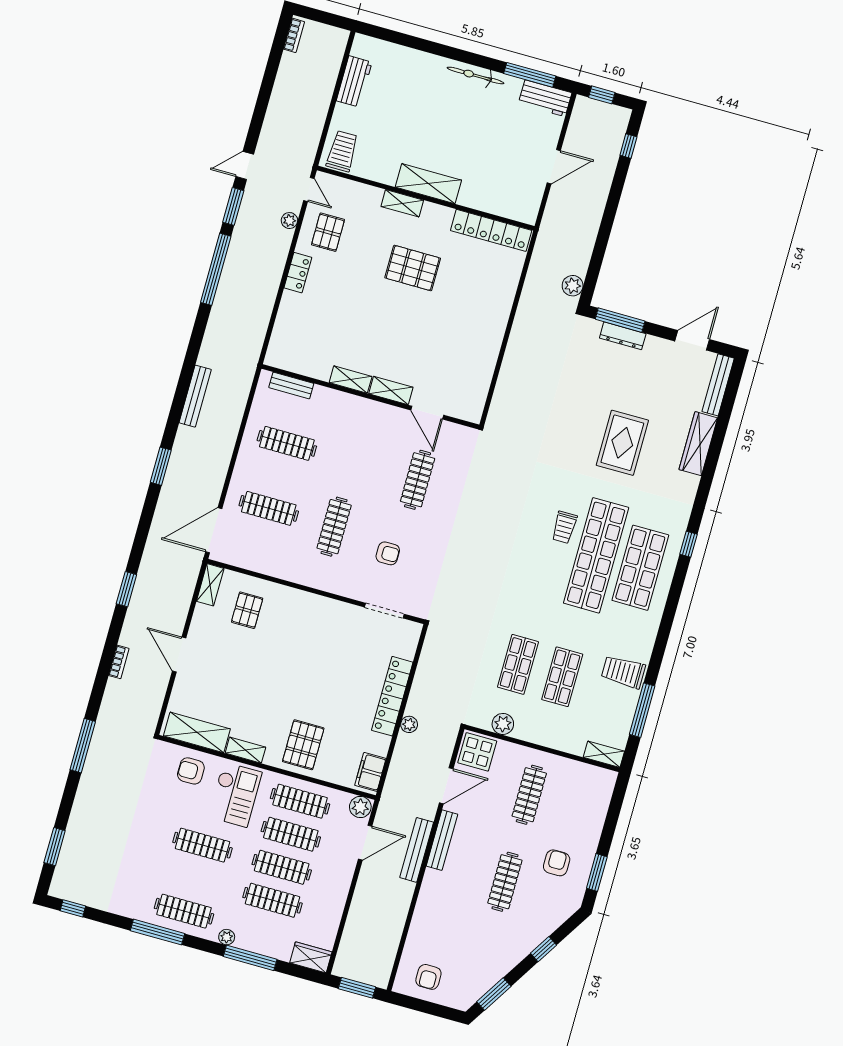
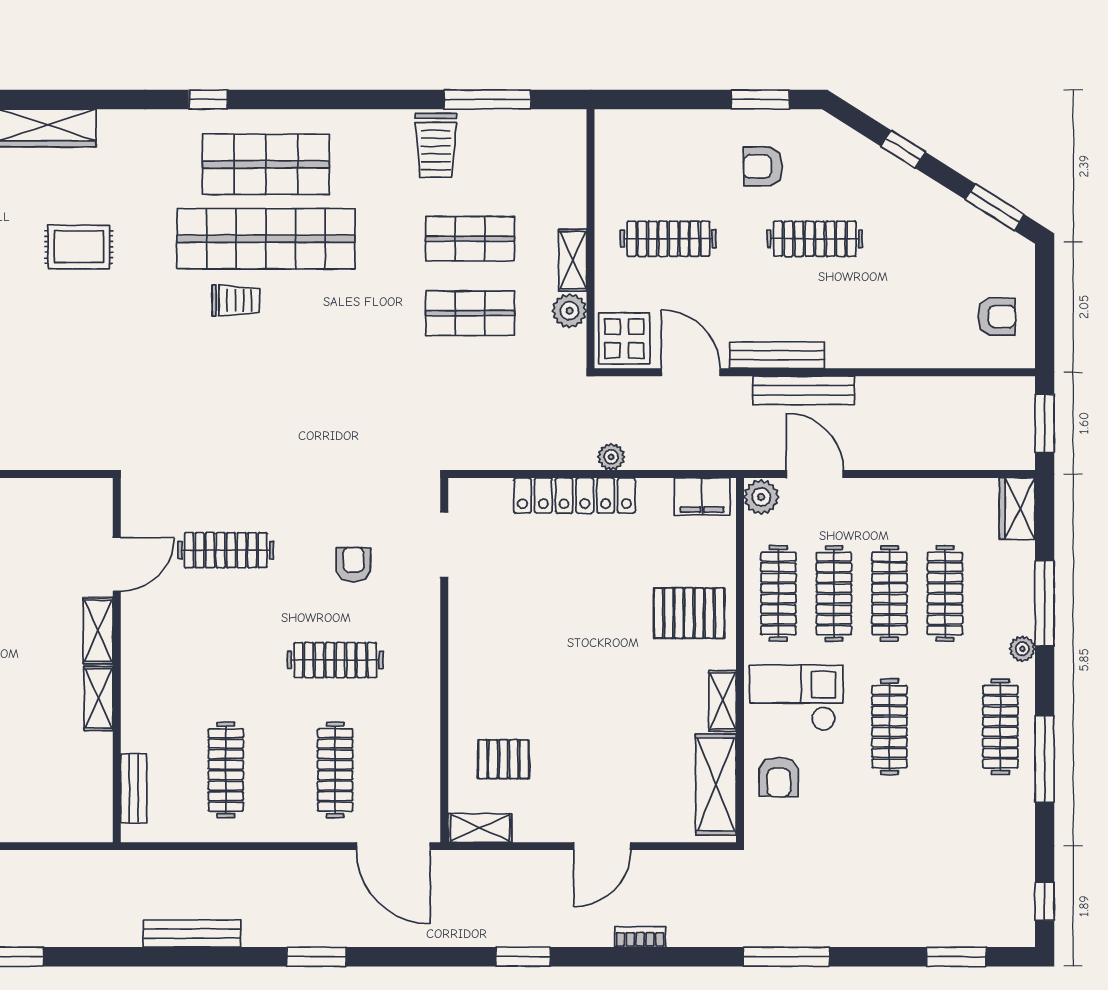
rug: (622, 443) -> (79, 247), width x0.73, depth x0.70
shelving: (604, 754) -> (573, 260), moved

